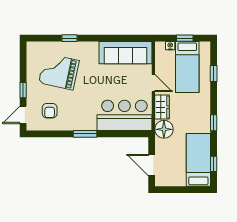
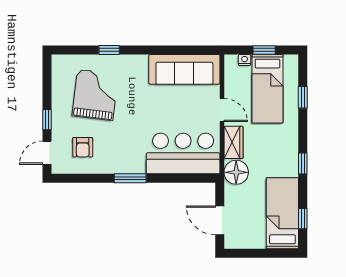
grand piano: (59, 72) -> (95, 95), turned 85

